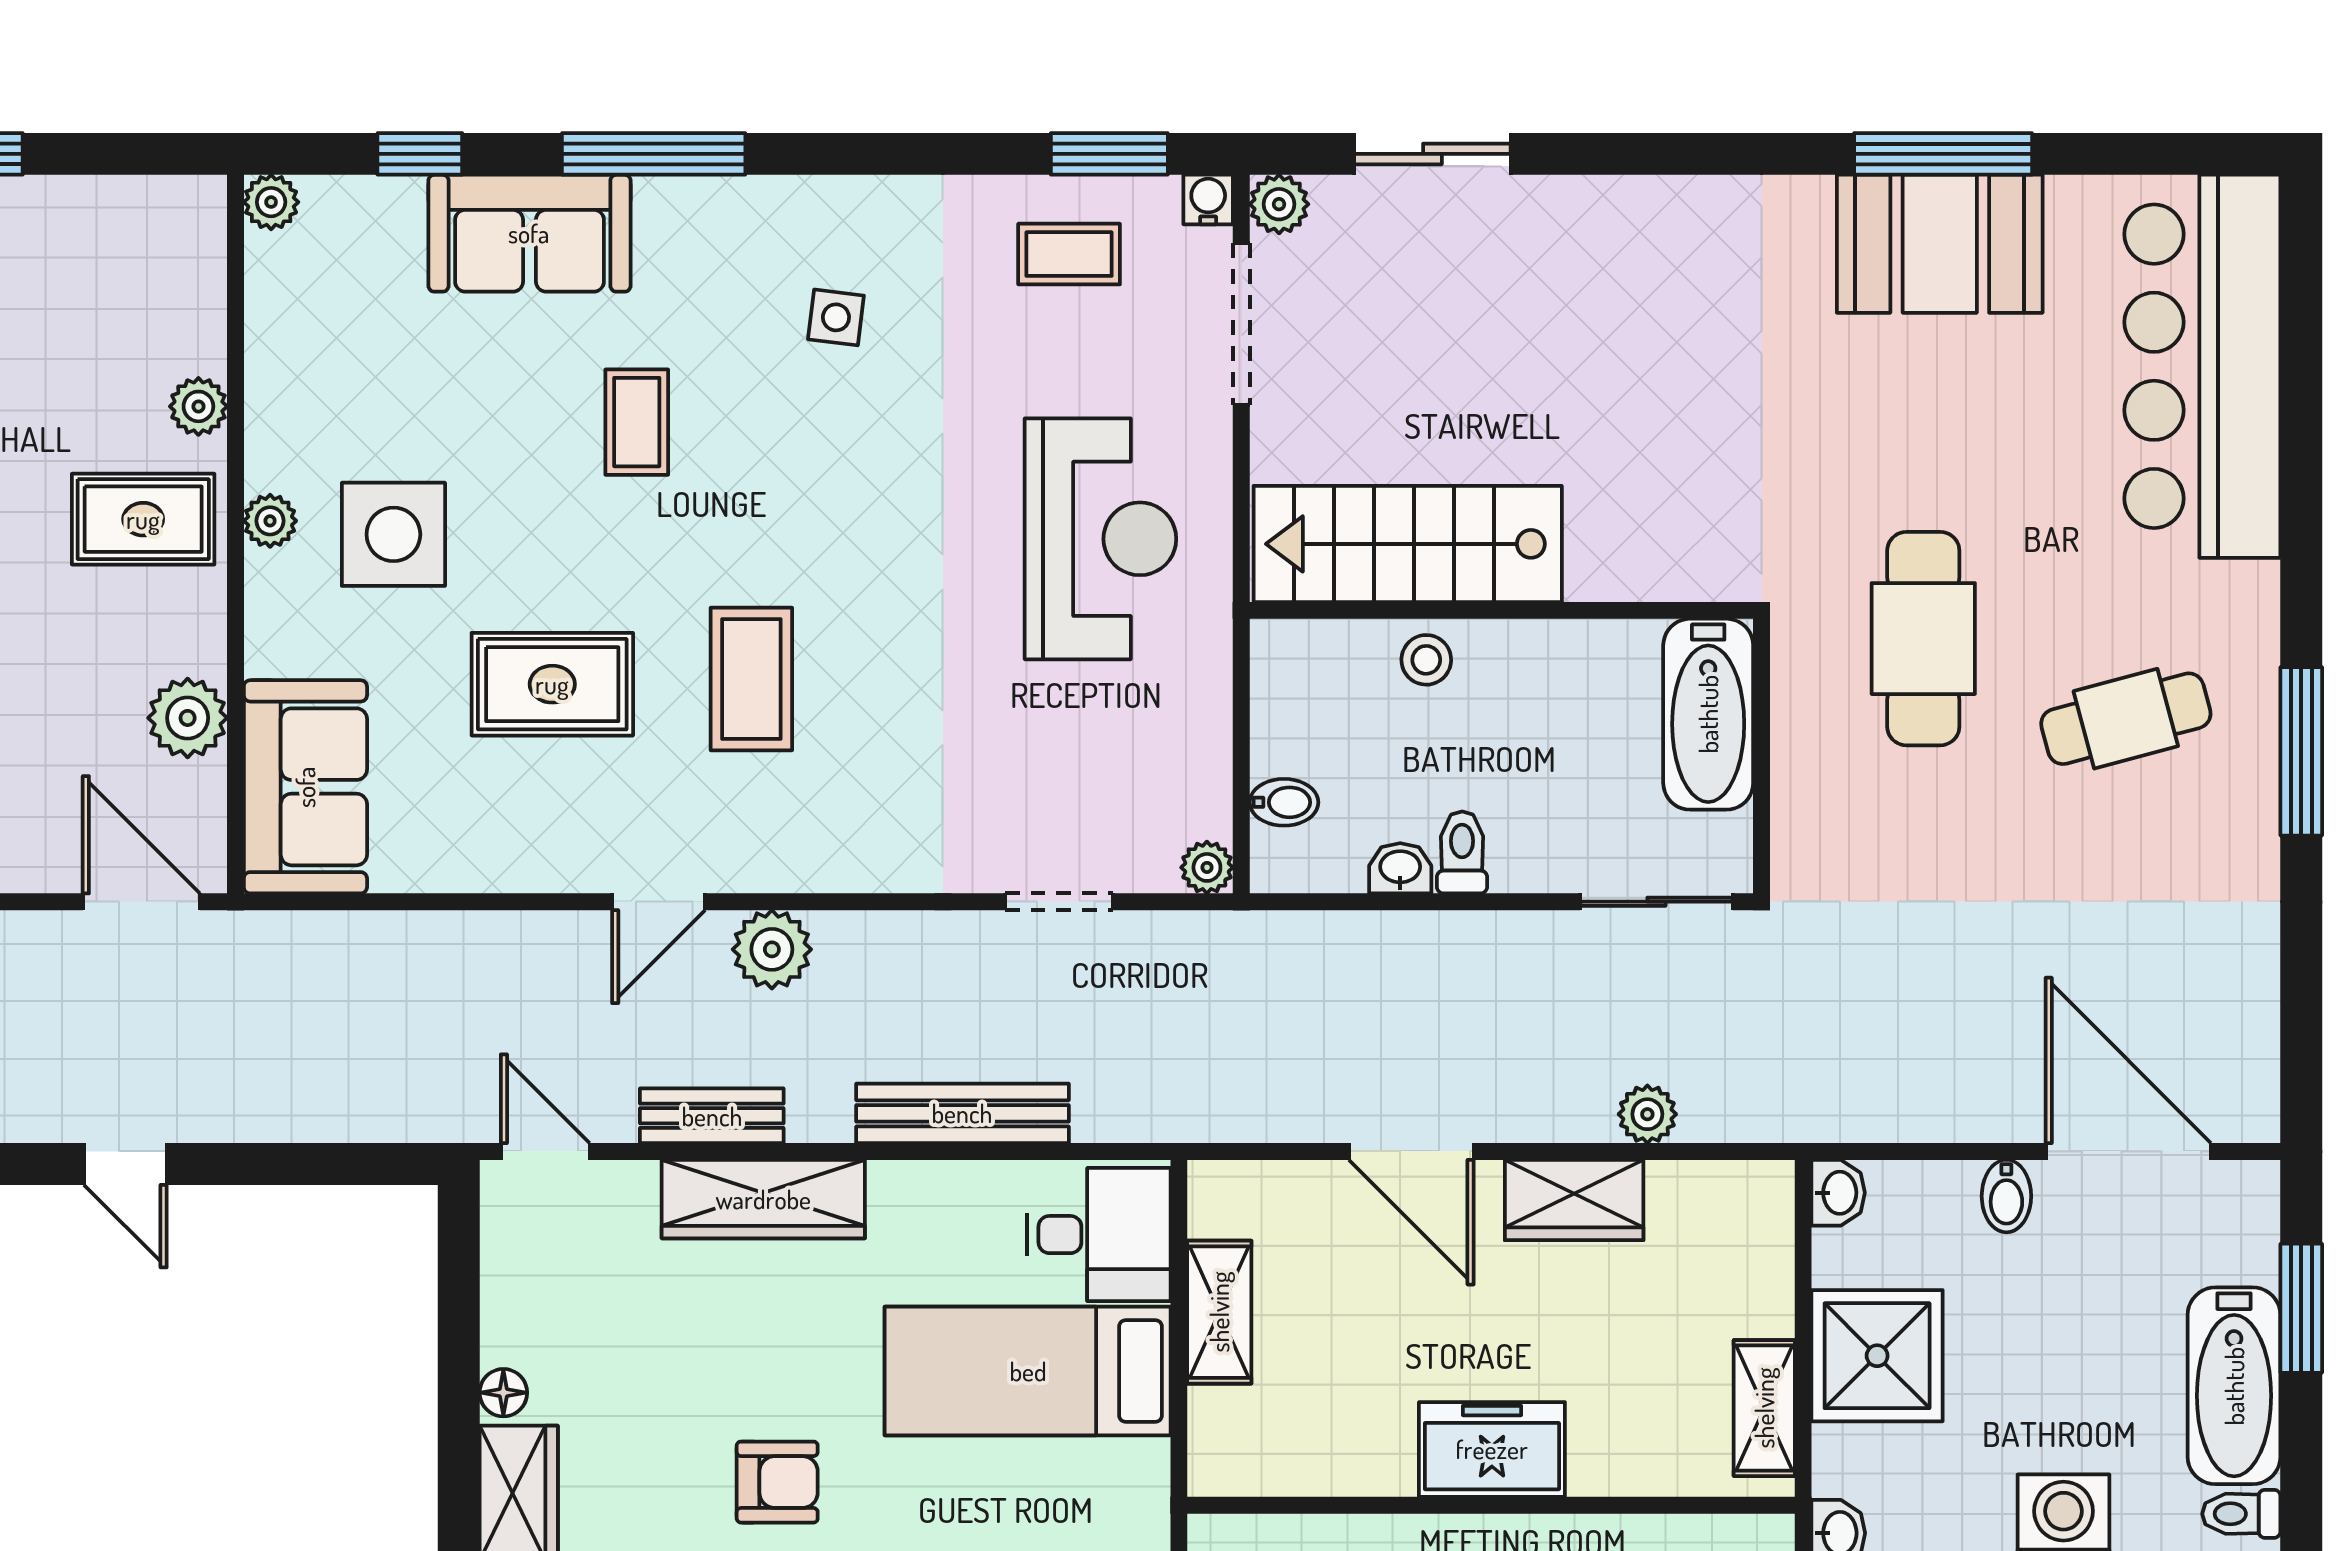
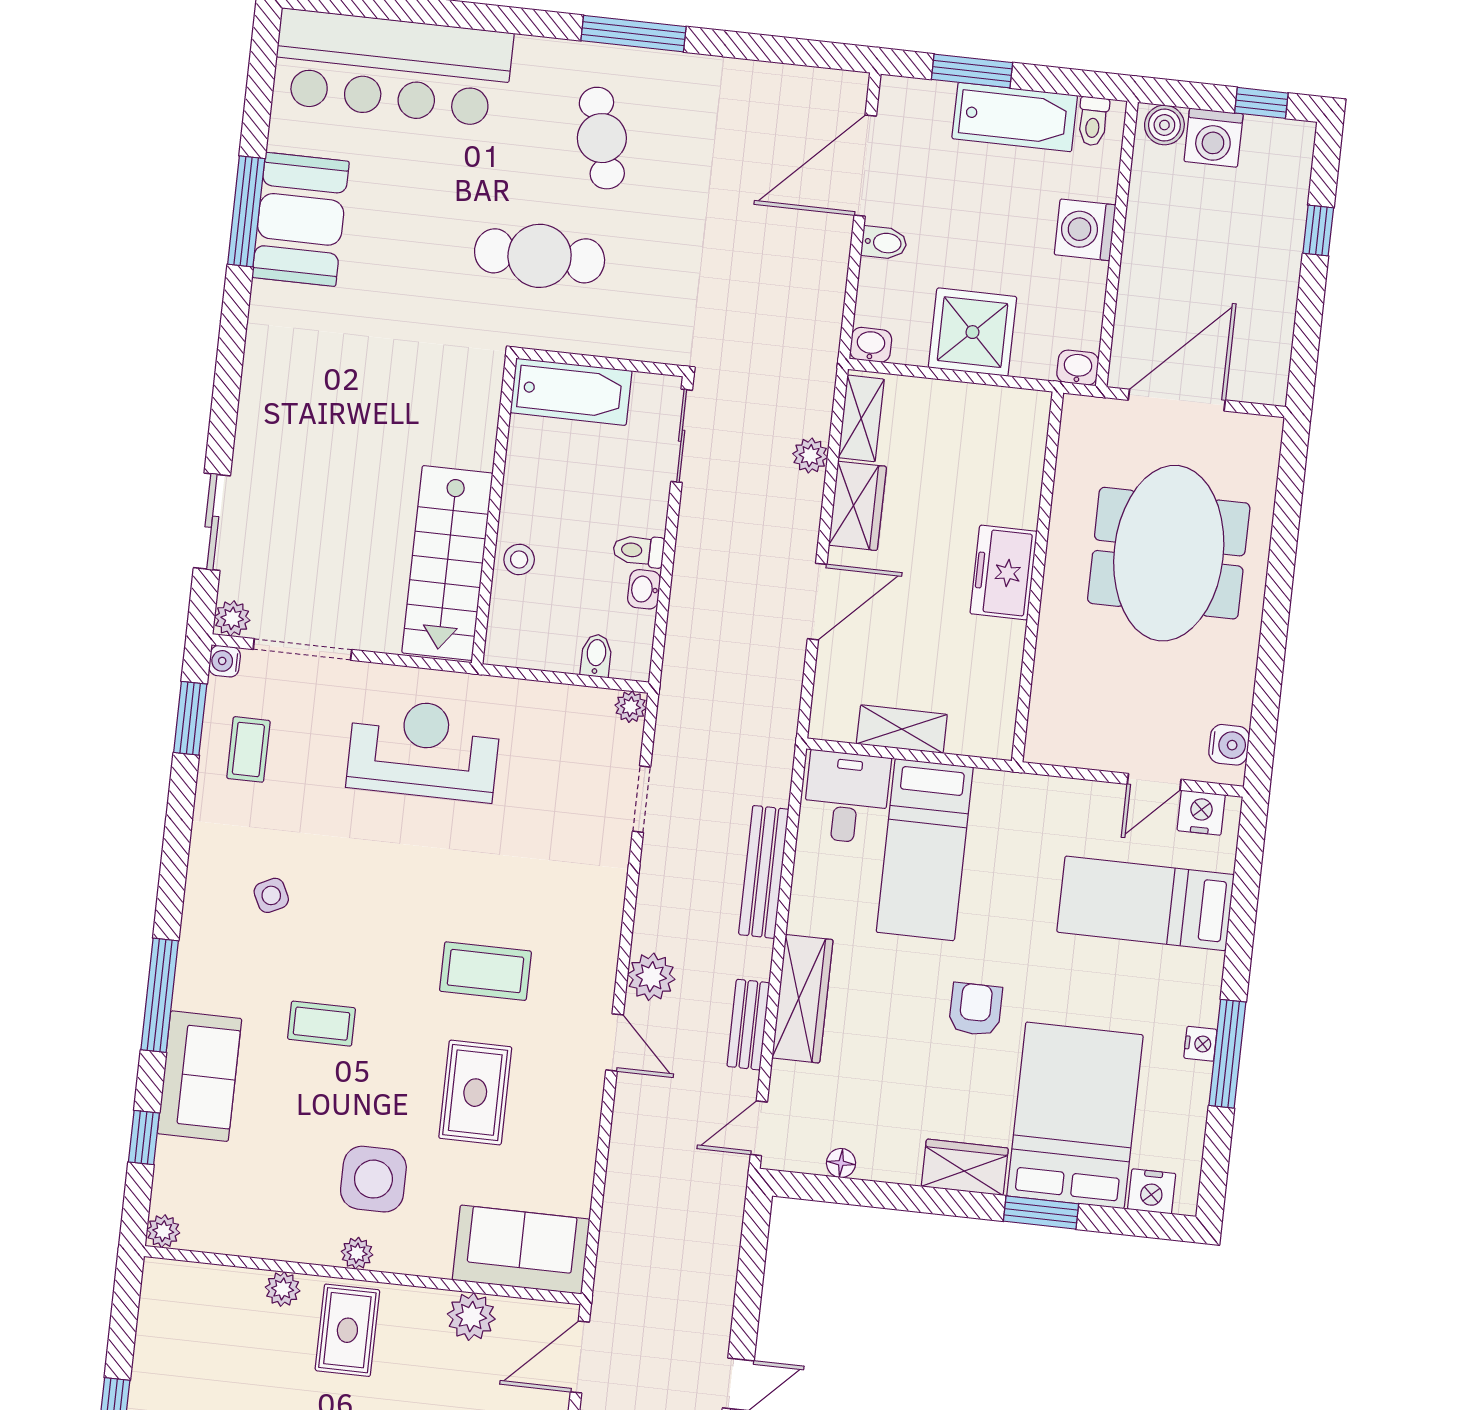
side table: (836, 317) -> (271, 895), turned -33
floor lamp: (503, 1393) -> (841, 1163), moved
shelving: (1764, 1408) -> (861, 418), moved, turned 90

